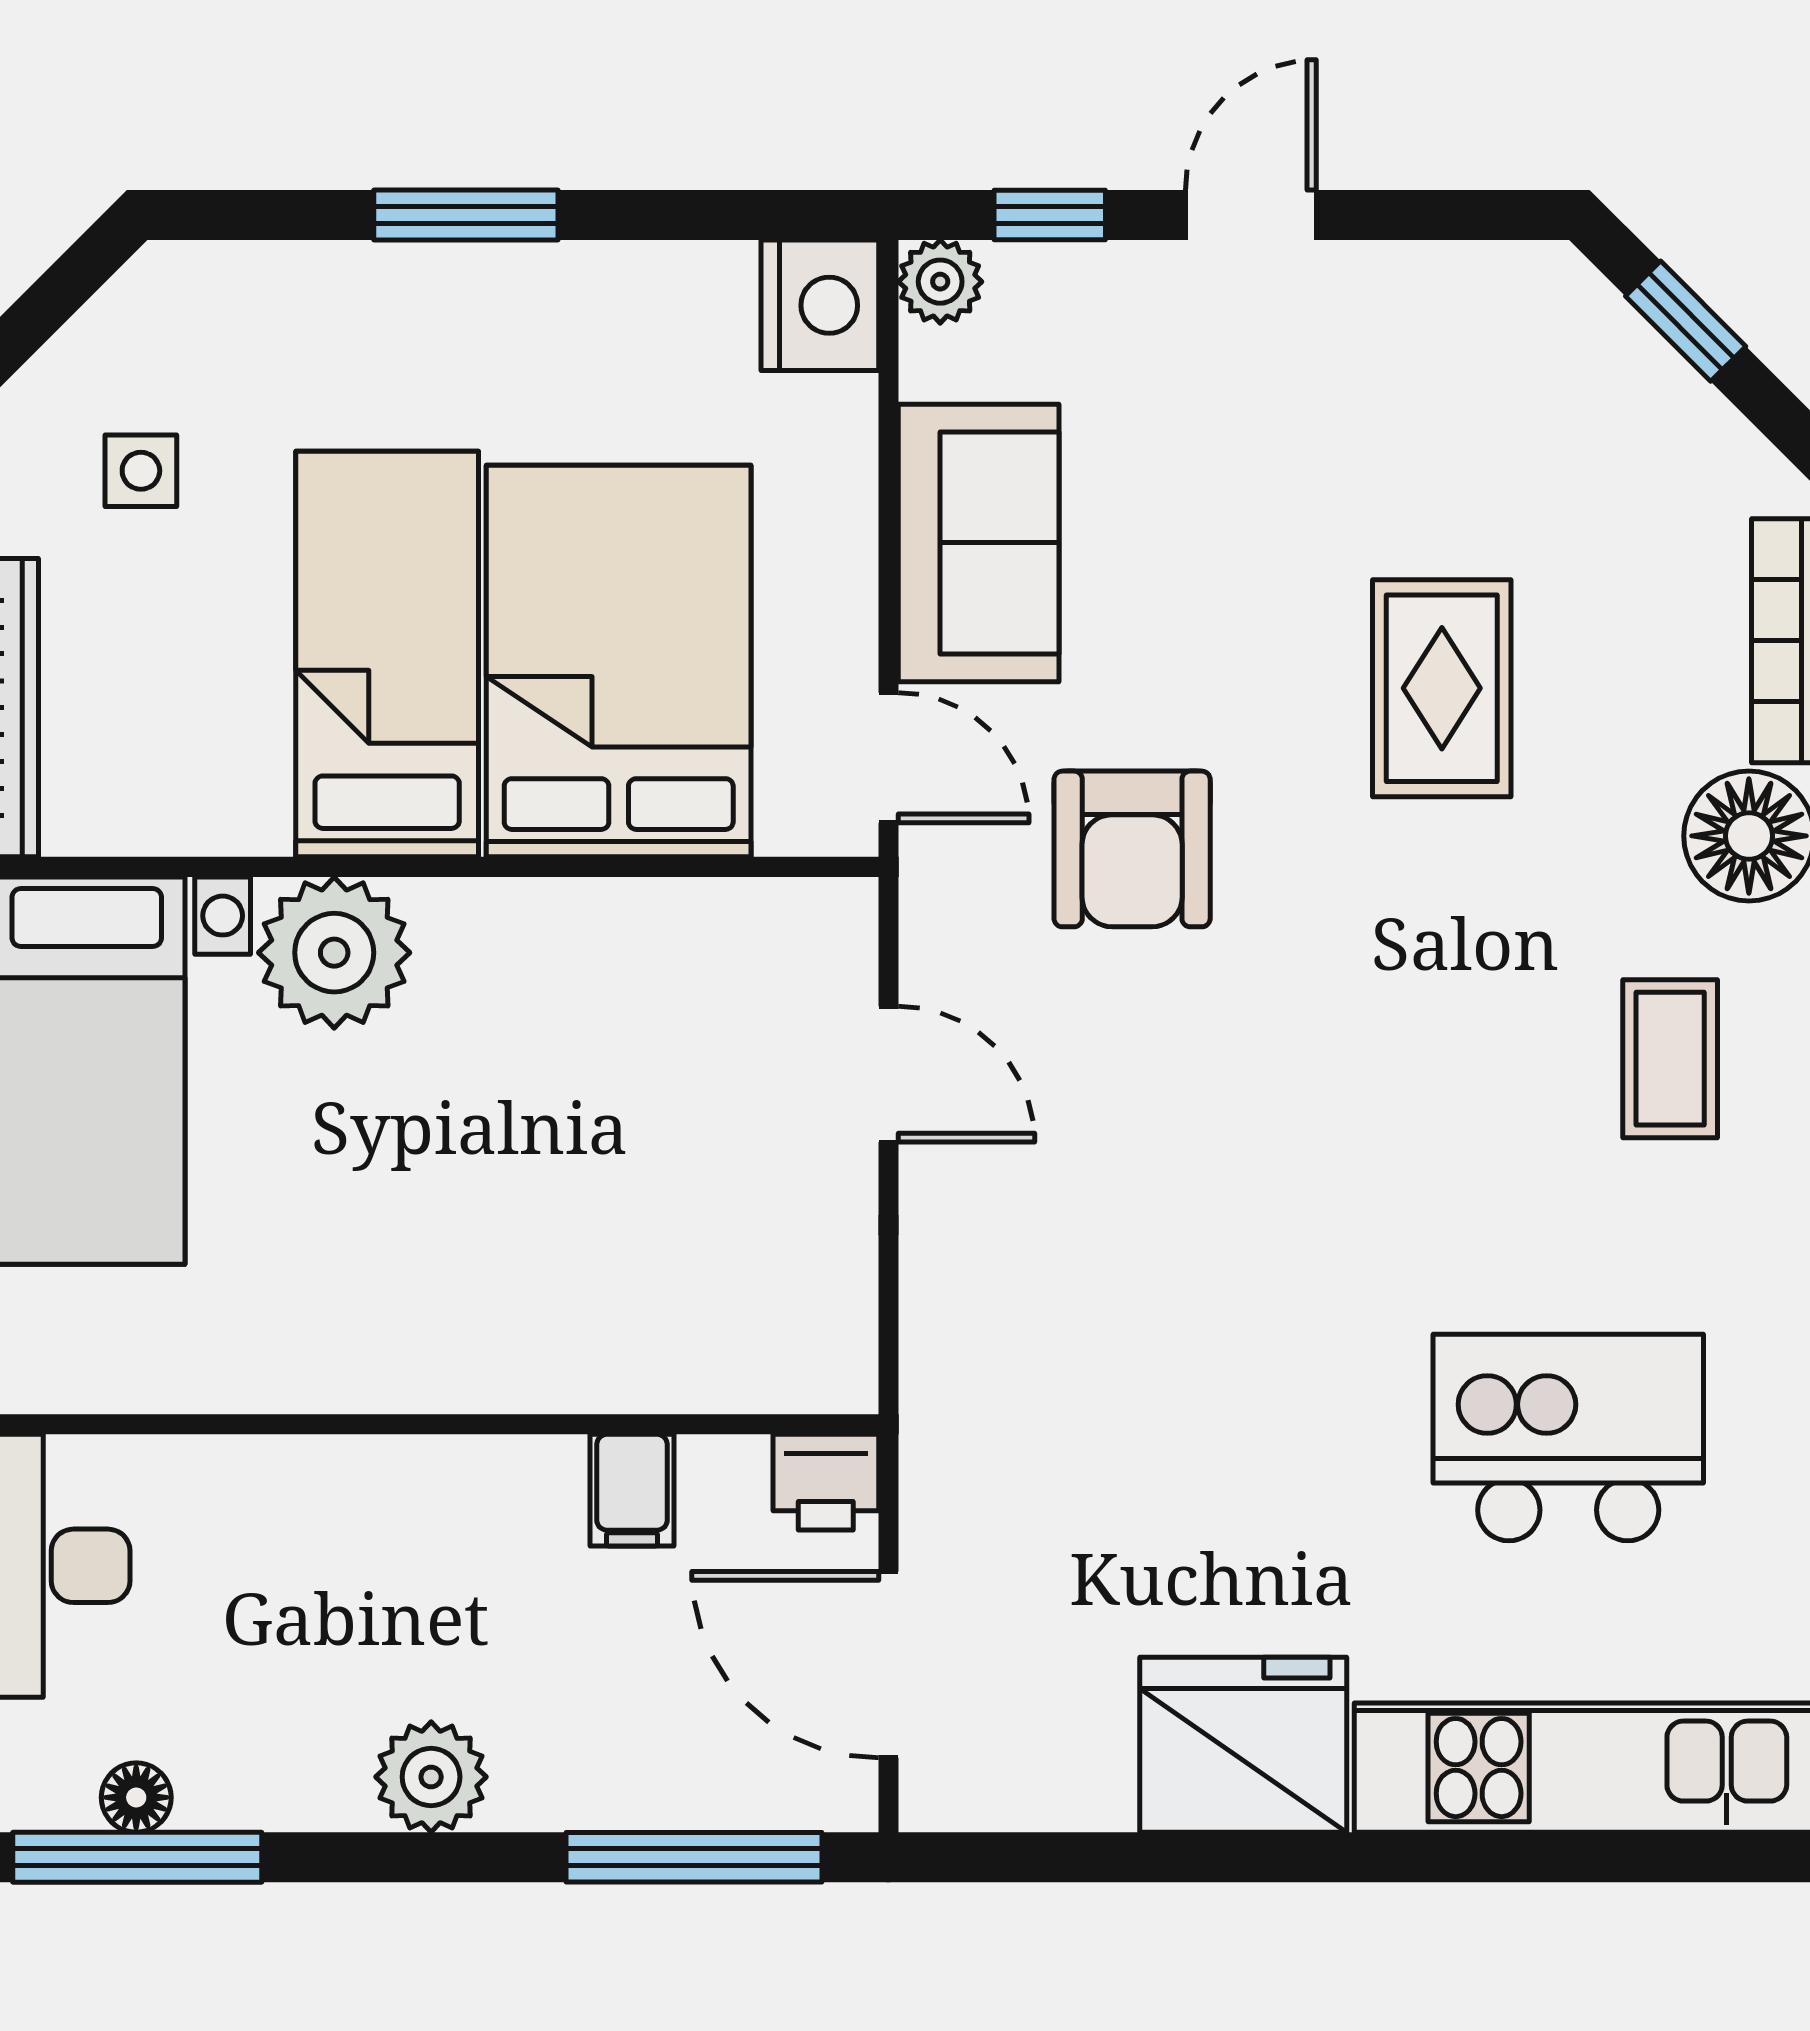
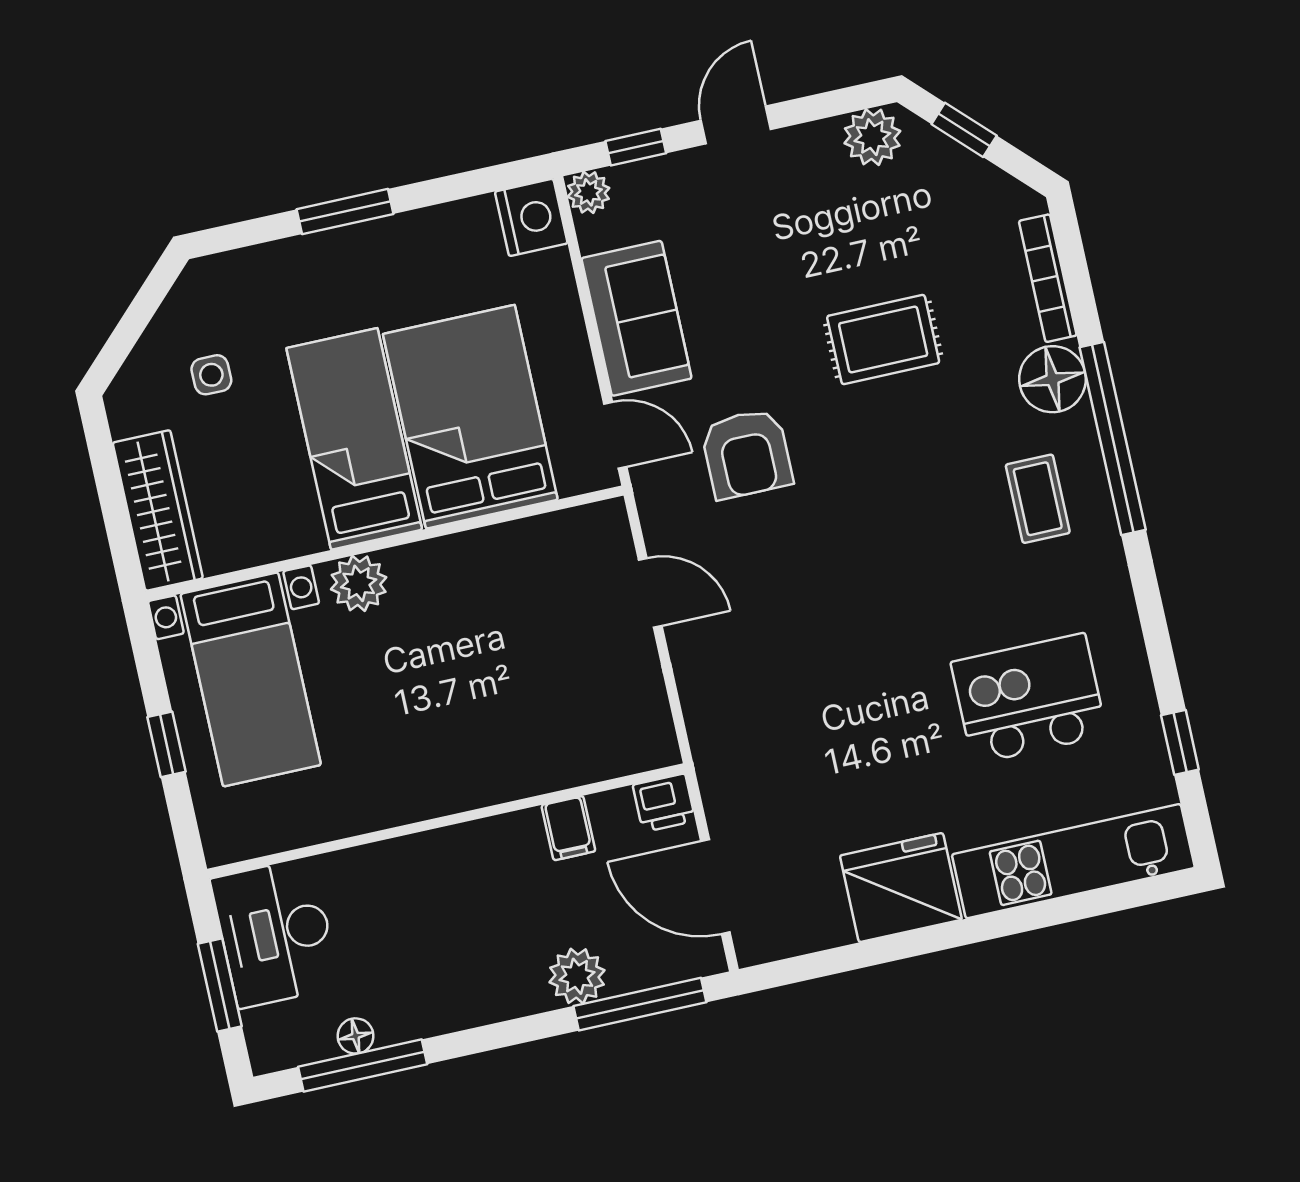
plant: (1507, 296) -> (872, 137), added
rug: (1442, 688) -> (883, 339), turned 90
plant: (334, 953) -> (359, 583), width x0.73, depth x0.73
plant: (431, 1777) -> (577, 976), moved

